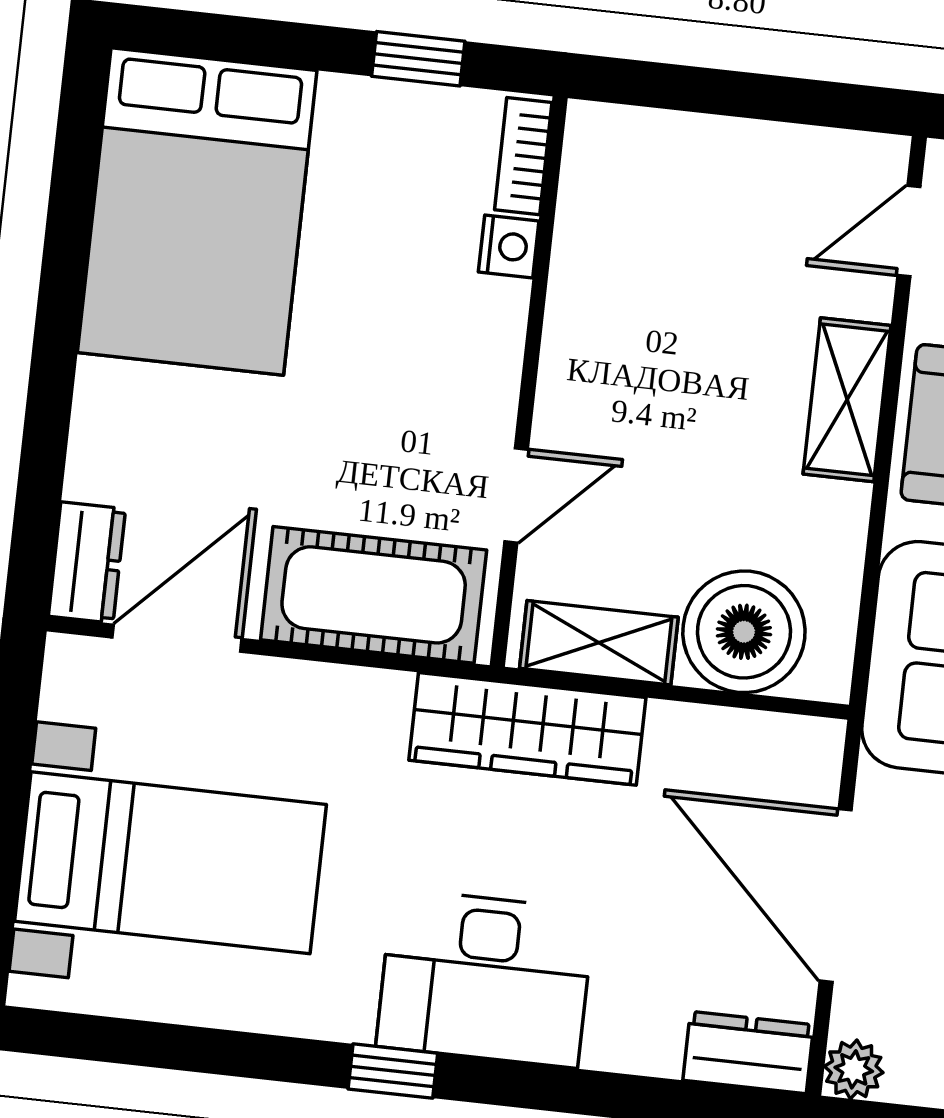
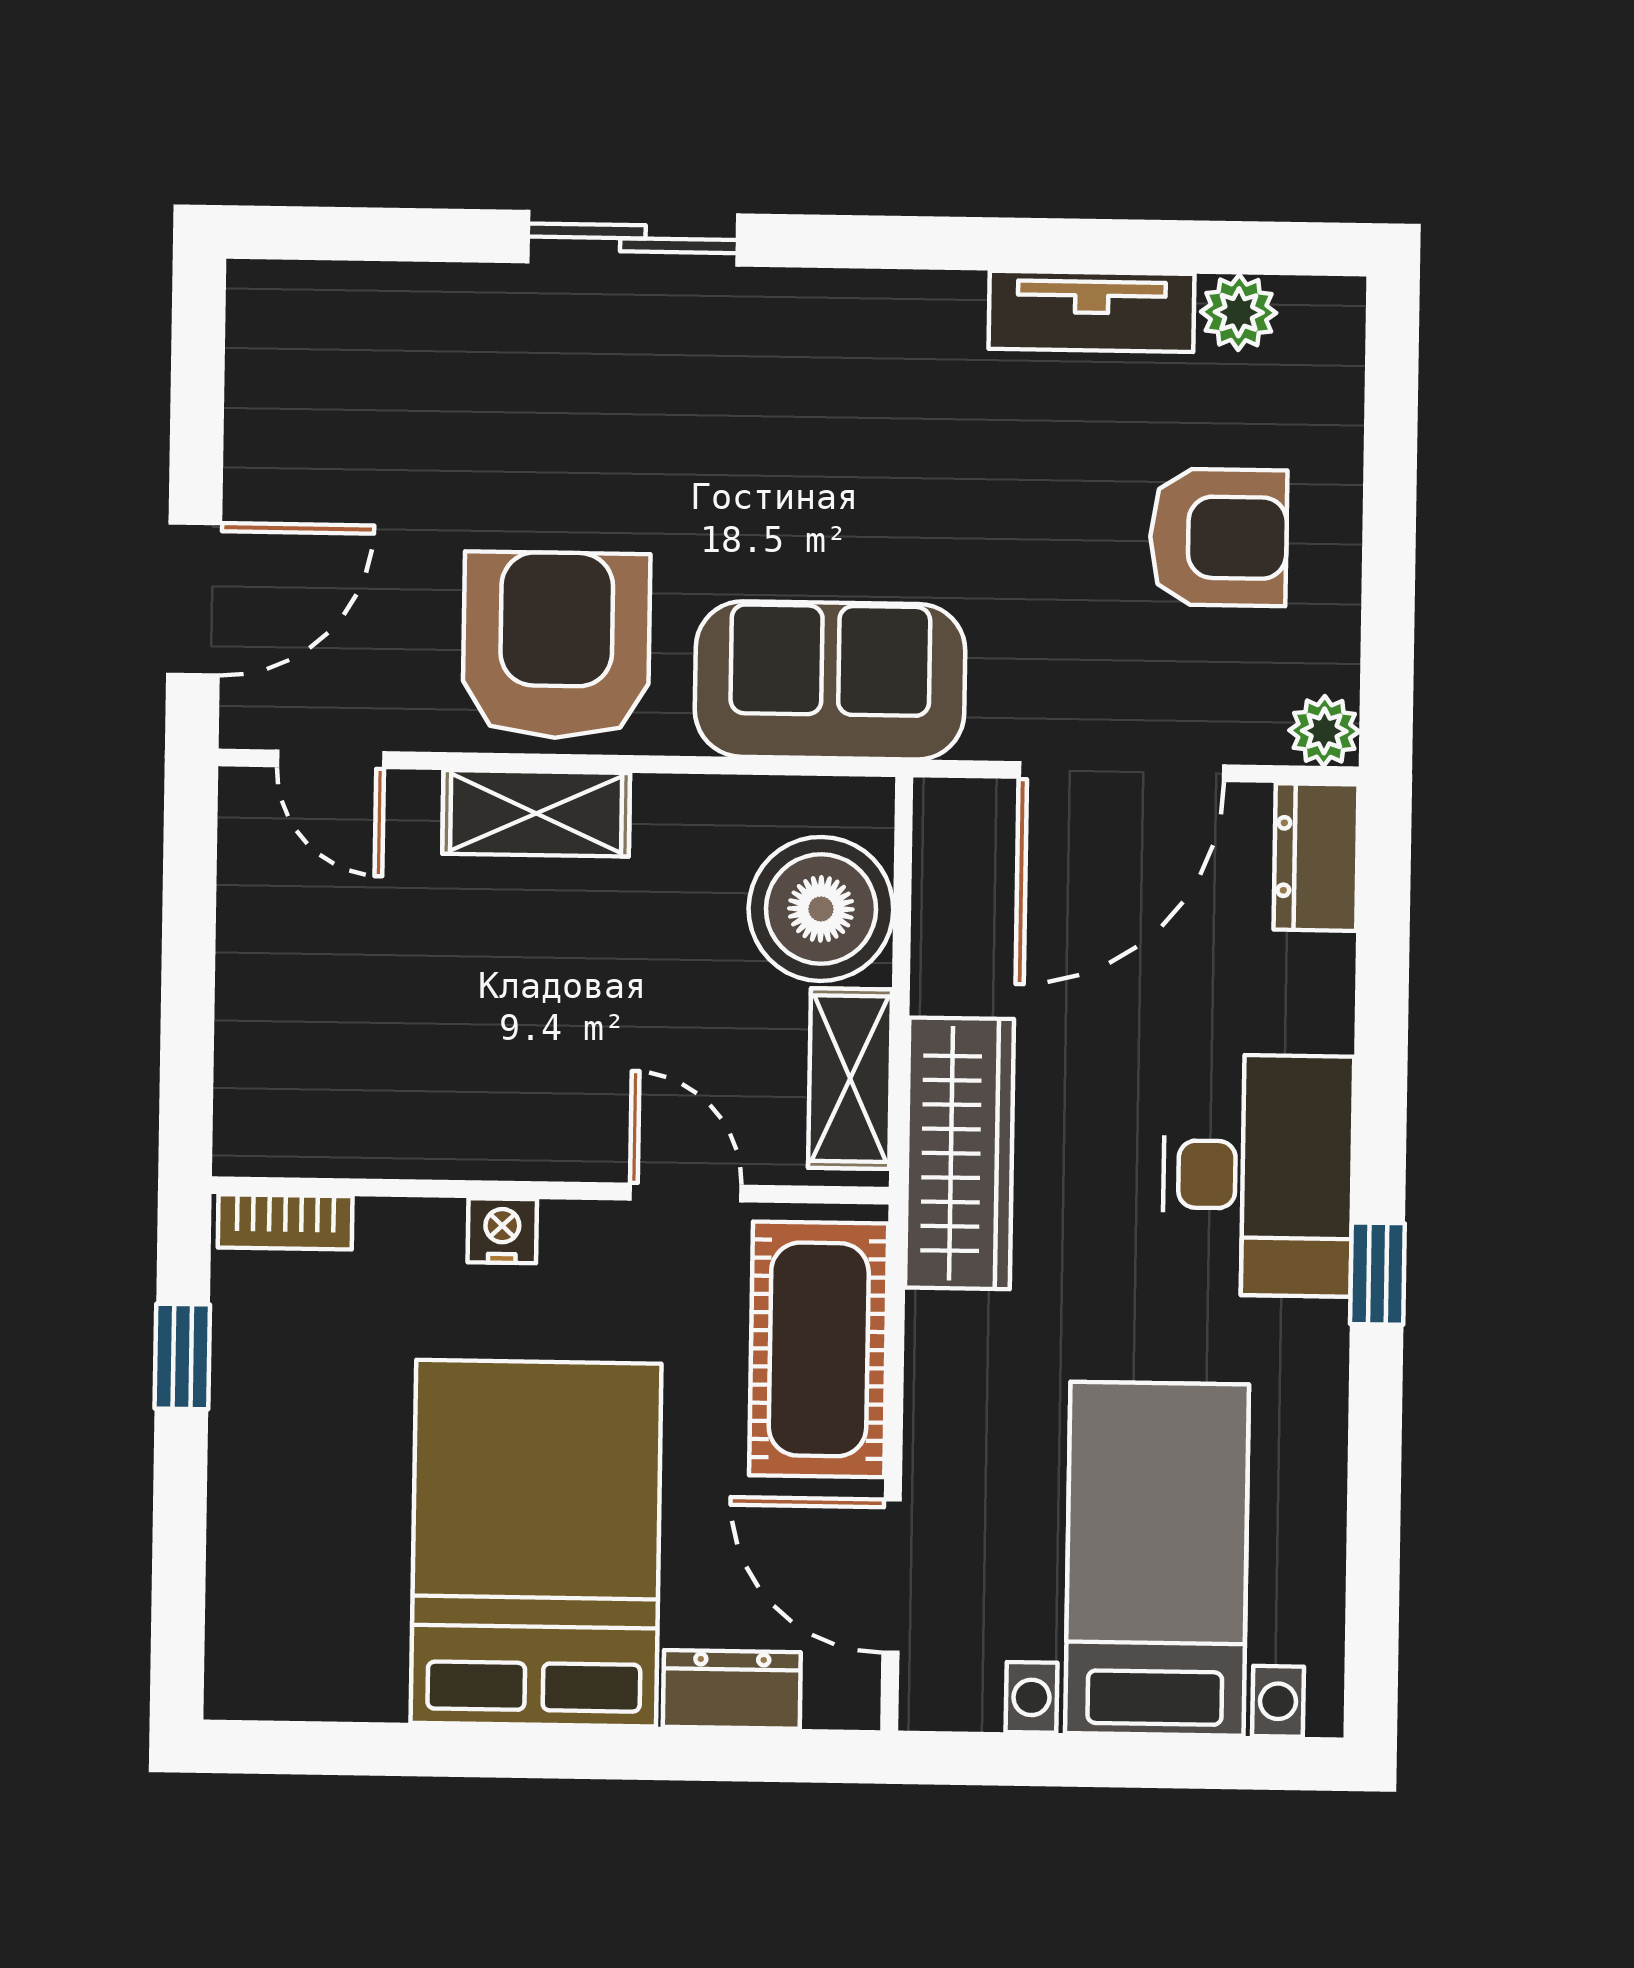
bed: (197, 212) -> (536, 1543), moved, turned -90
nightstand: (509, 246) -> (502, 1231), moved
dresser: (87, 563) -> (732, 1689), moved

